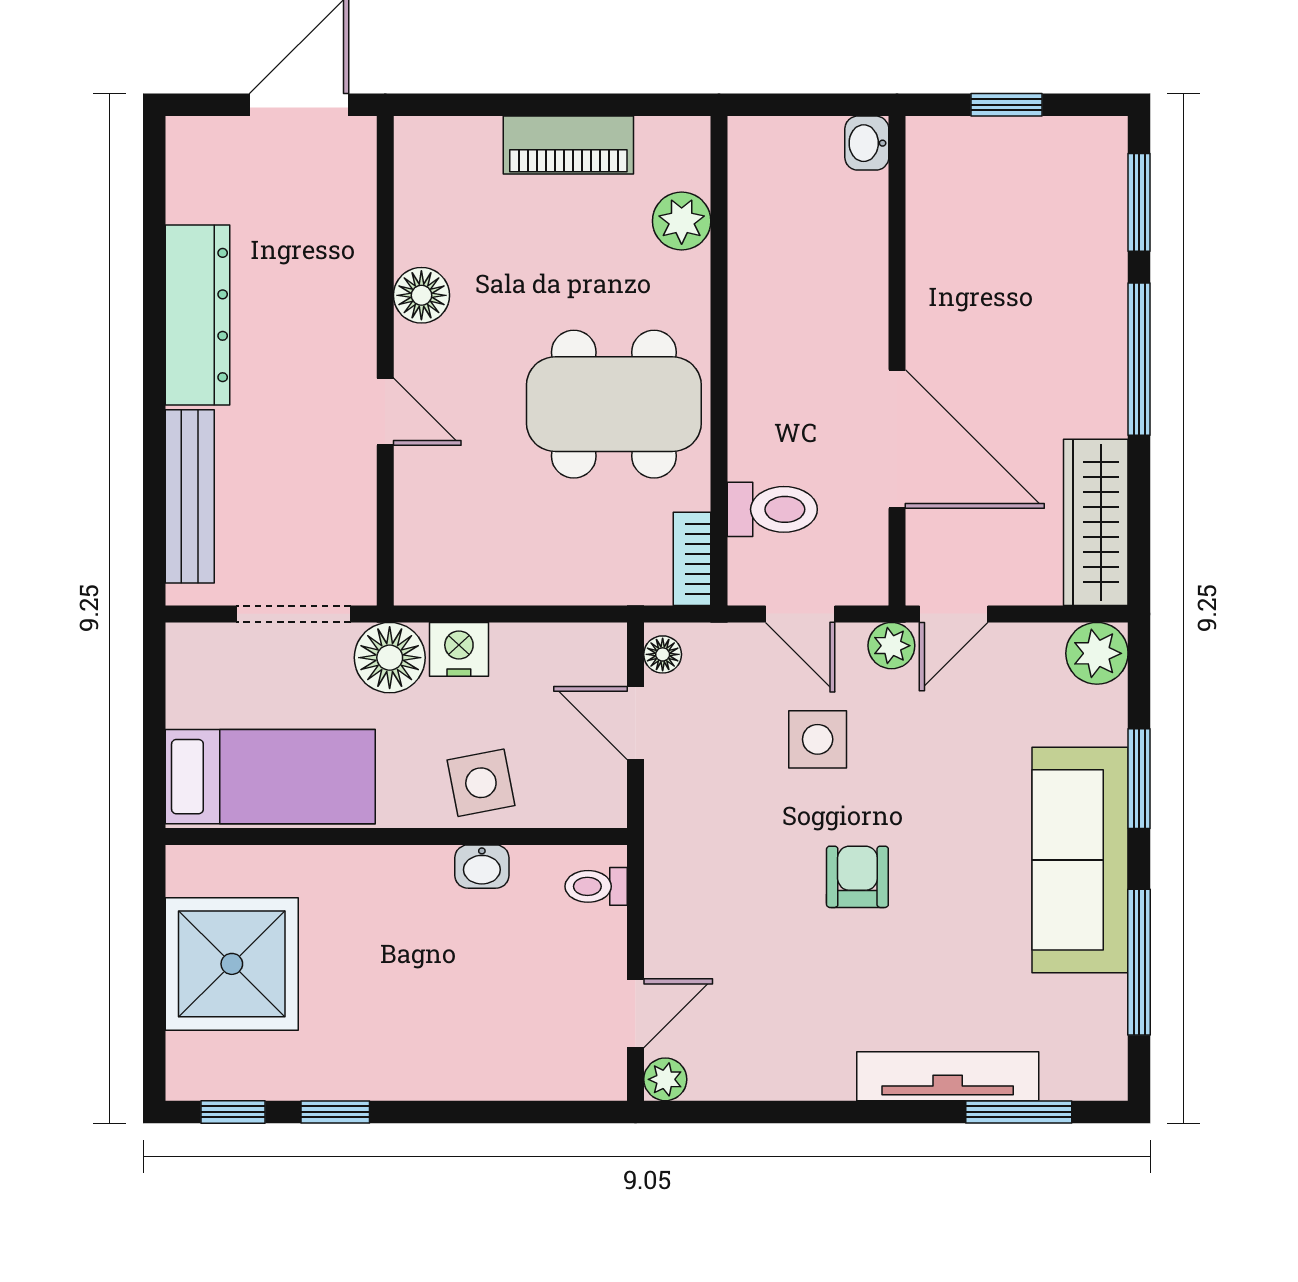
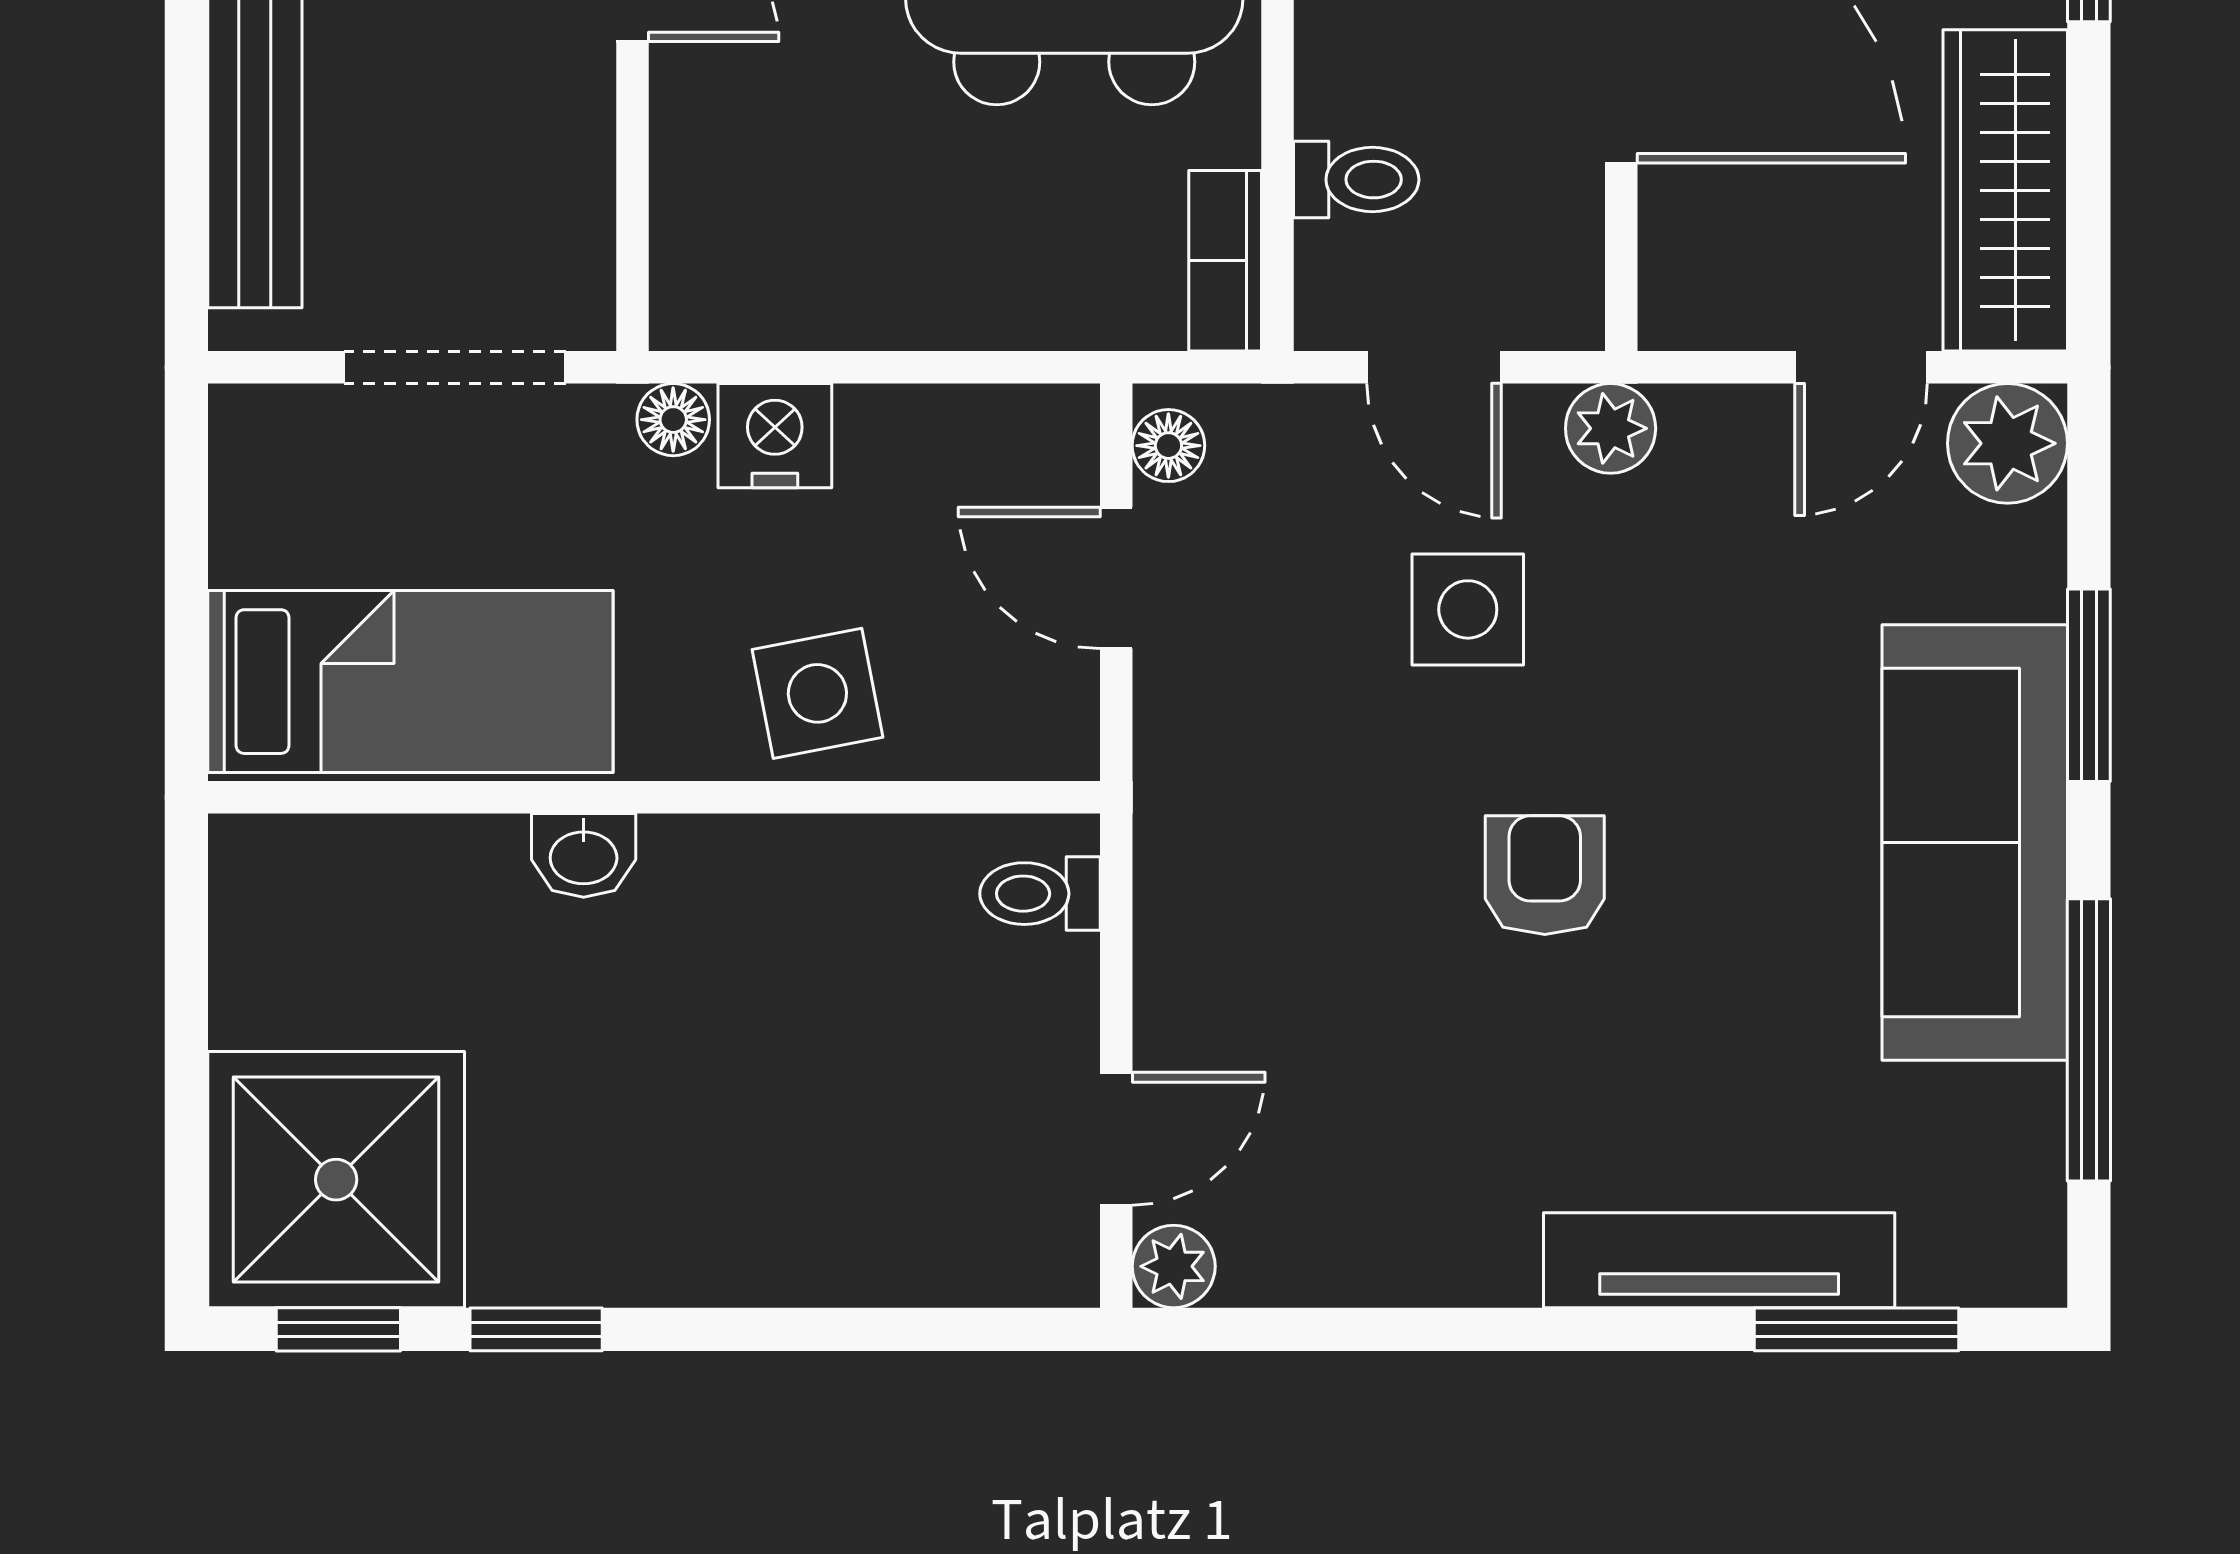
toilet: (772, 509) -> (1356, 180), width x0.73, depth x0.72
door: (954, 614) -> (1861, 367), moved
floor lamp: (390, 658) -> (673, 420), width x0.53, depth x0.53
washbasin: (482, 867) -> (584, 855), moved
shower: (232, 964) -> (336, 1180), moved

